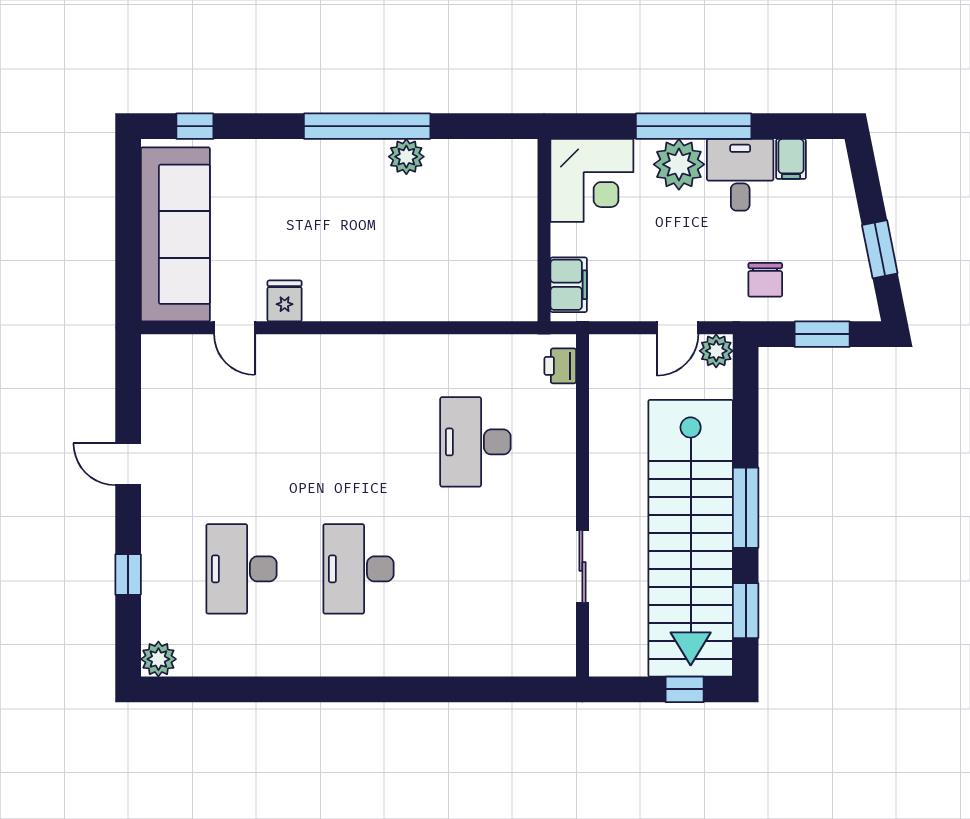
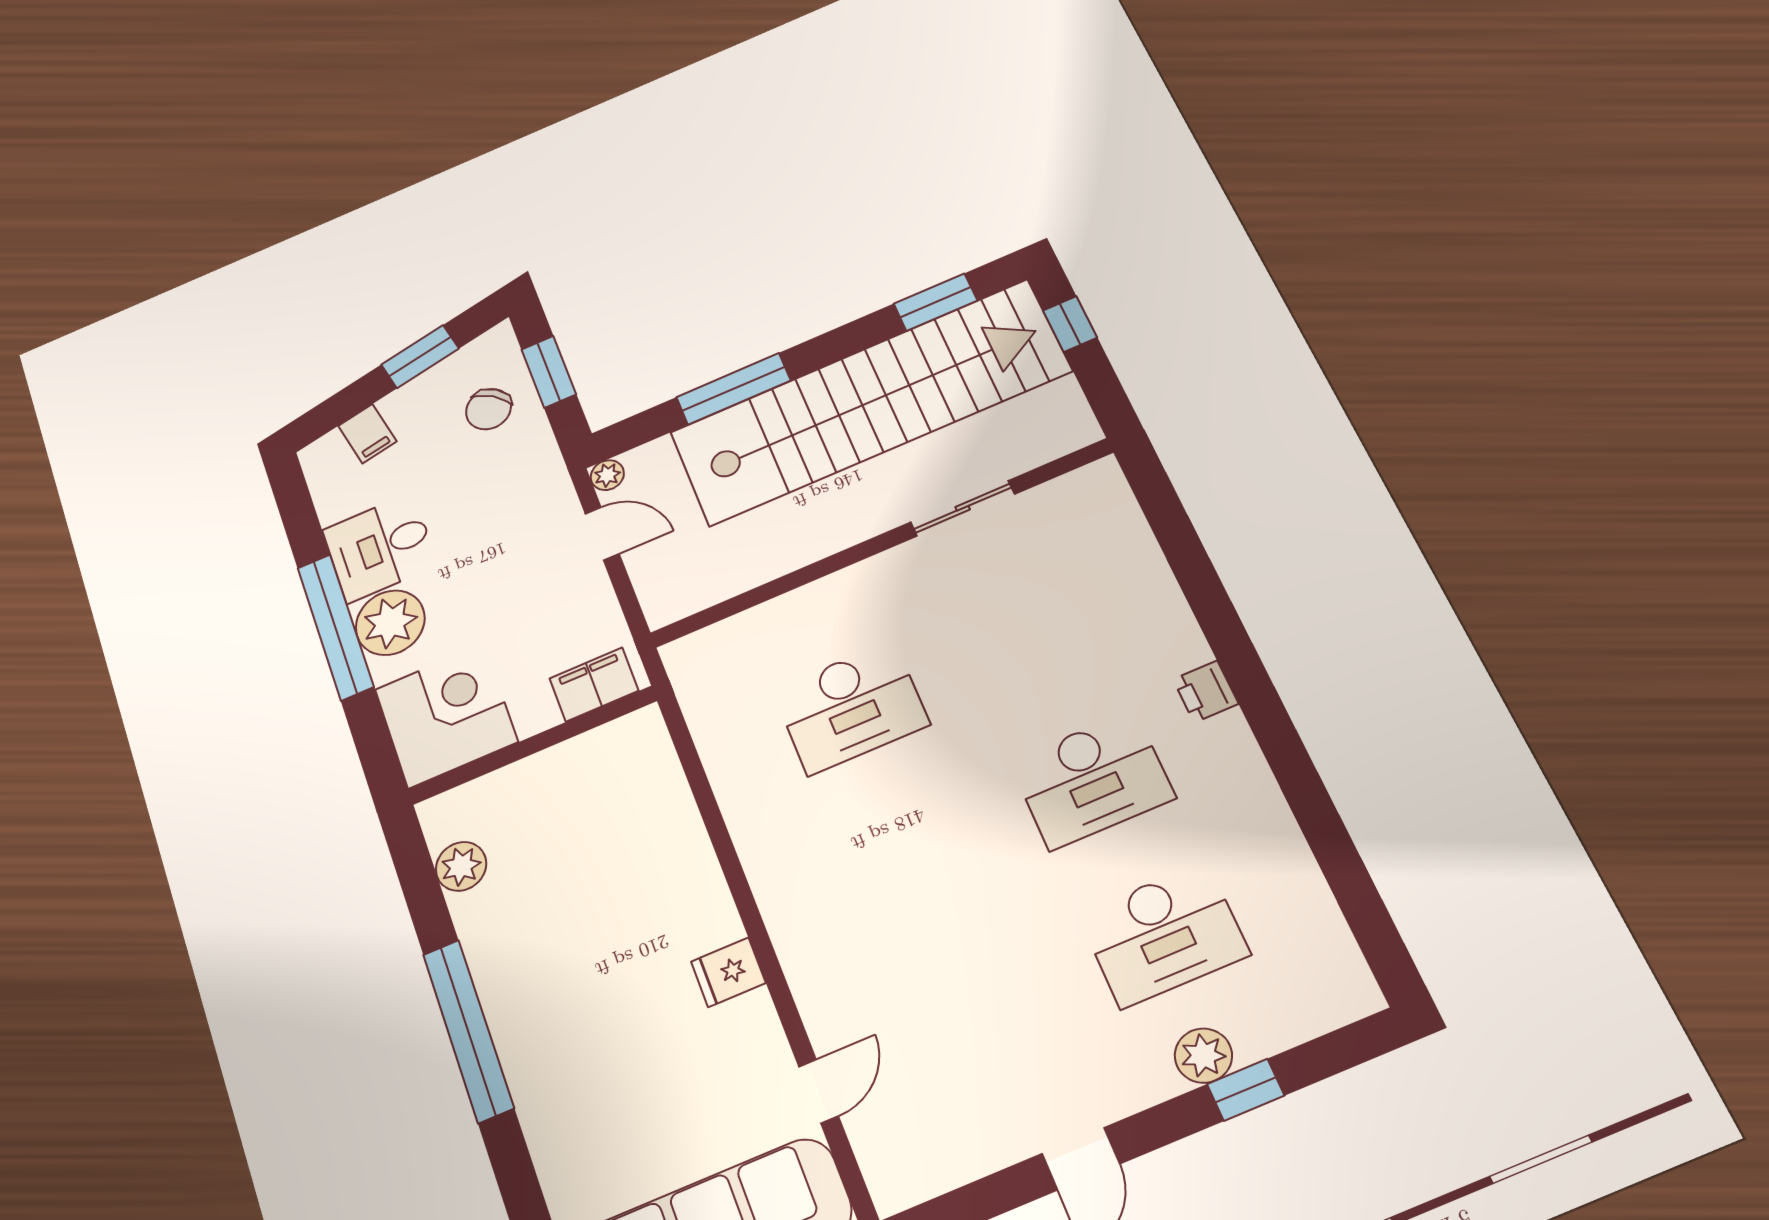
plant: (406, 157) -> (461, 866), moved
filing cabinet: (791, 159) -> (367, 434), moved, turned 79
chair: (765, 280) -> (489, 409), moved, turned 128
fridge: (285, 301) -> (728, 972), moved
plant: (716, 351) -> (607, 475), width x0.73, depth x0.73
printer: (560, 366) -> (1206, 691), moved, turned 90
window: (746, 508) -> (733, 389), moved
plant: (158, 659) -> (1203, 1056), moved

